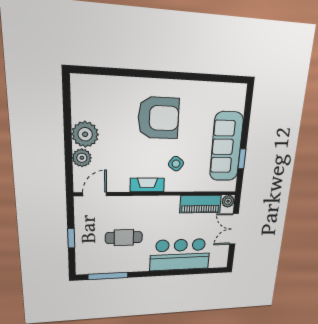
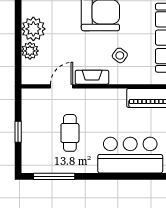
door: (95, 194) -> (62, 86), moved
cafe table: (124, 238) -> (70, 133), turned 90

